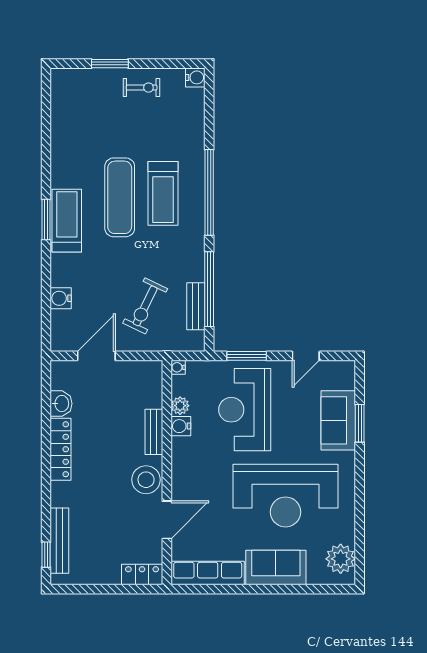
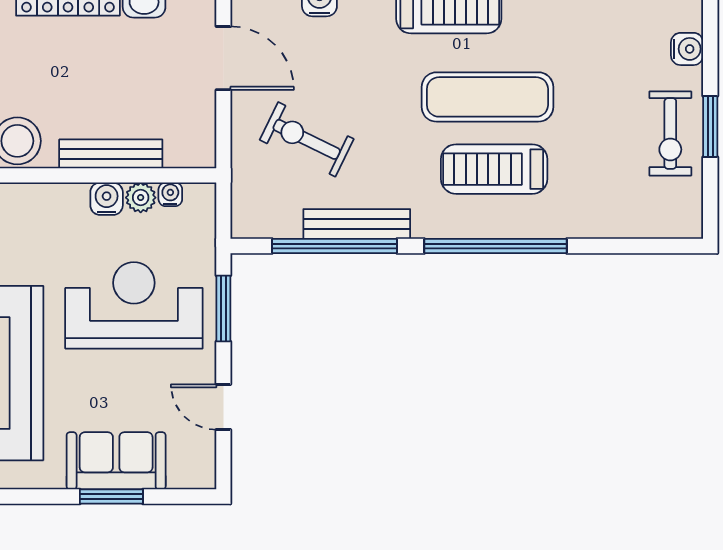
window: (110, 64) -> (710, 127), moved
water cooler: (195, 77) -> (687, 49), moved, turned -90
exercise bike: (142, 88) -> (670, 133), width x1.38, depth x1.39
bench: (196, 306) -> (357, 224), moved, width x1.36
water cooler: (178, 367) -> (170, 194), moved
bench: (154, 432) -> (111, 154), width x1.36

